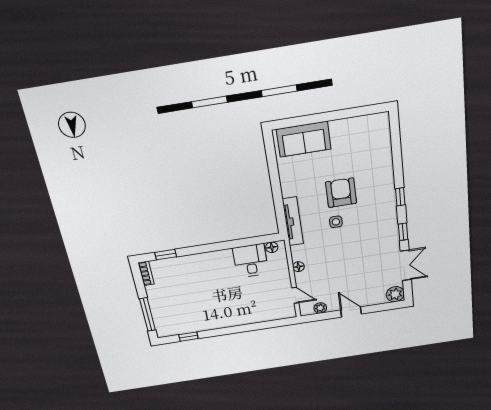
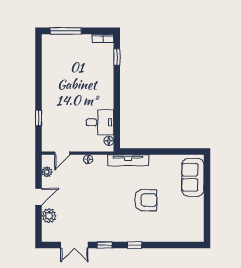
side table: (336, 222) -> (122, 193), removed
plant: (395, 294) -> (49, 216), moved
window: (188, 337) -> (39, 118), moved

